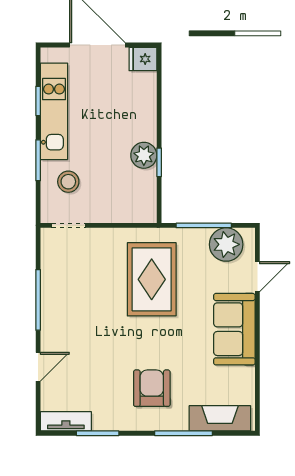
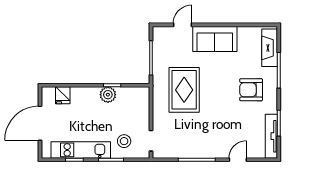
fridge: (143, 59) -> (63, 95), moved
plant: (226, 244) -> (163, 44), removed
door: (257, 277) -> (182, 25), hinge flipped
rug: (152, 279) -> (184, 90), turned 90
door: (38, 367) -> (238, 160), hinge flipped
tv unit: (66, 421) -> (271, 136), width x1.41

